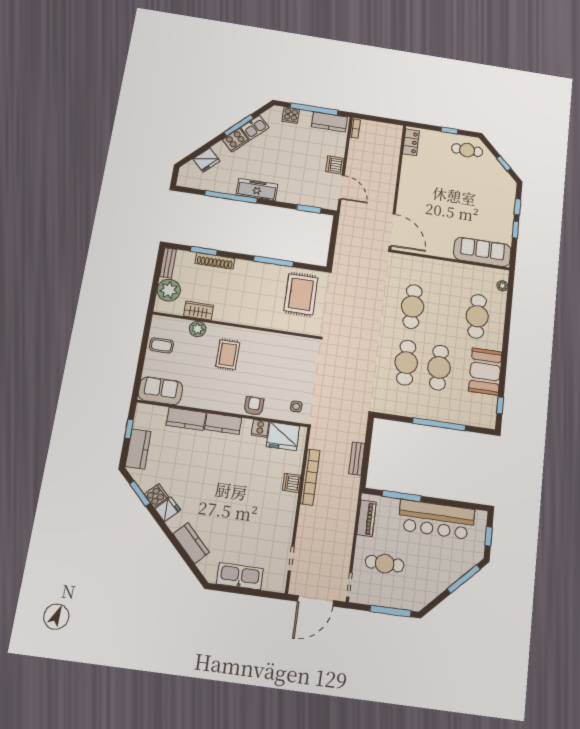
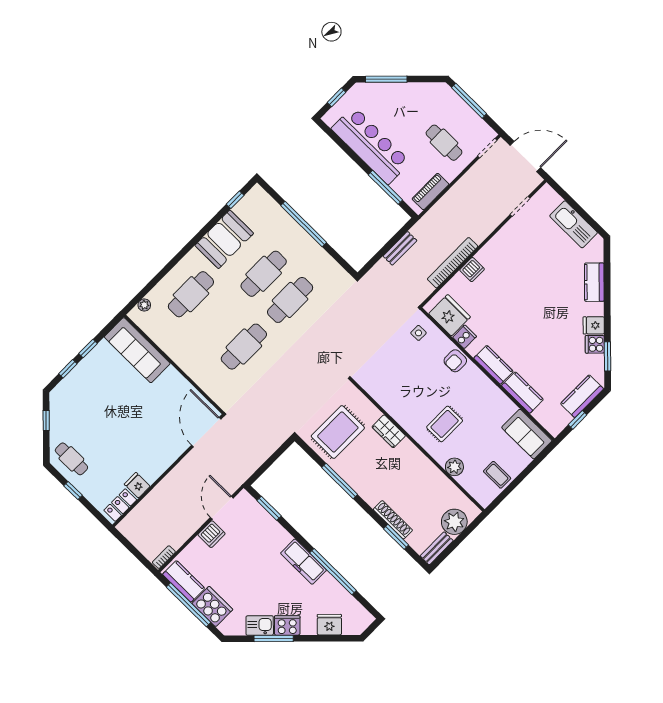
cooker: (291, 115) -> (212, 606), width x1.87, depth x1.31
fridge: (410, 163) -> (137, 485), added
wardrobe: (199, 311) -> (389, 431), moved

